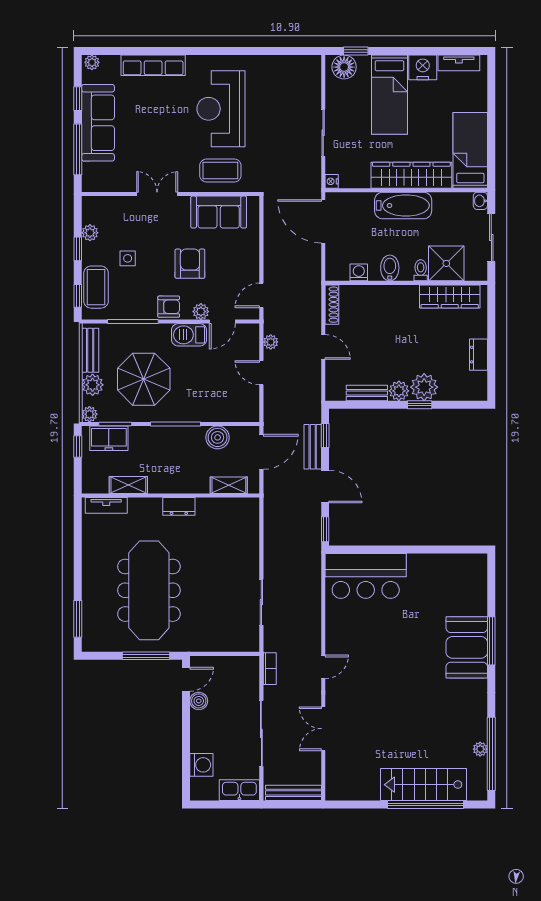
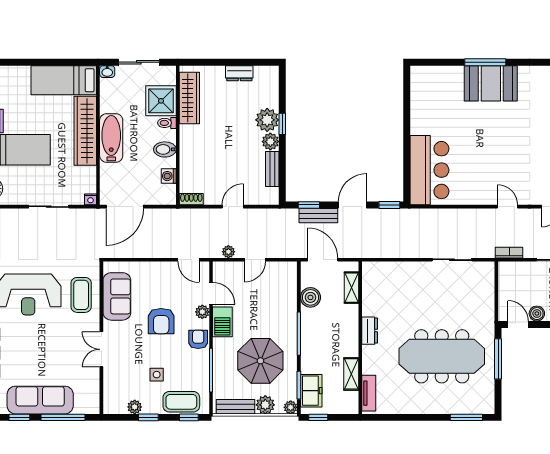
armchair: (190, 264) -> (161, 321), turned -90
shoe rack: (332, 305) -> (191, 199), width x0.70

